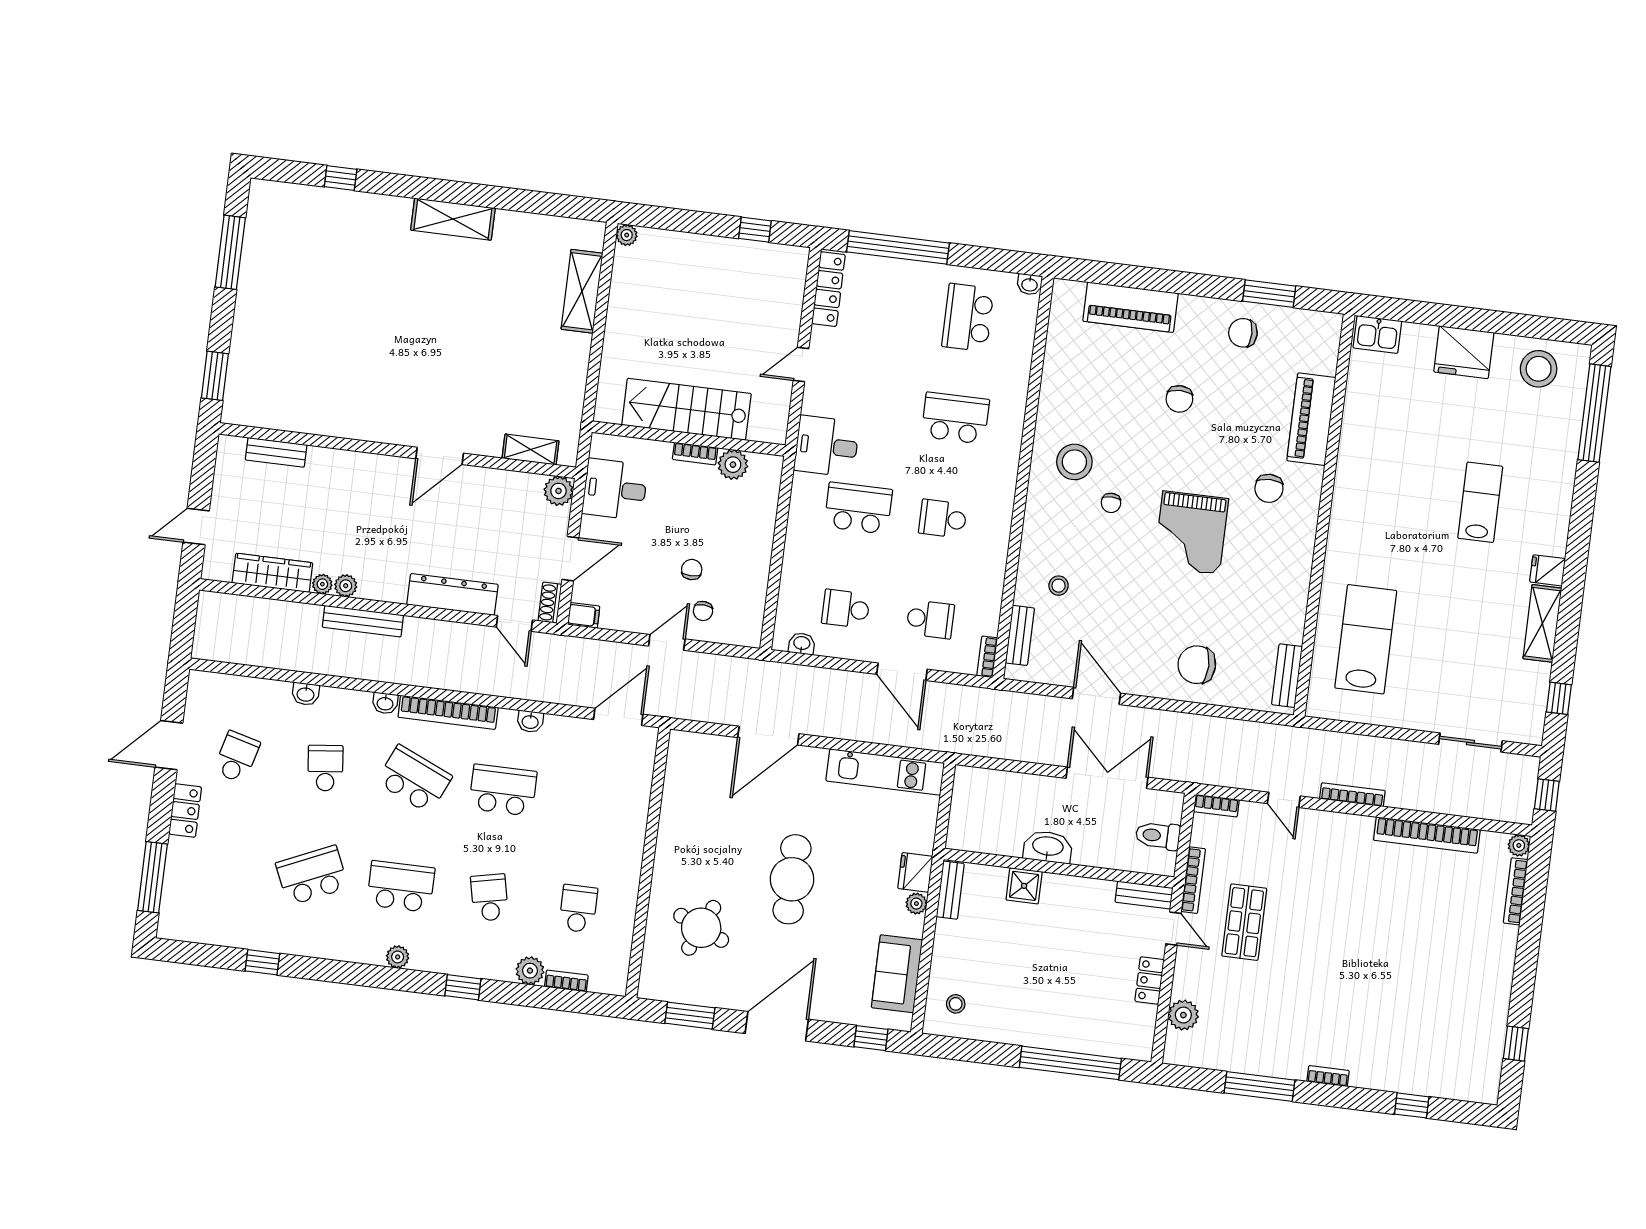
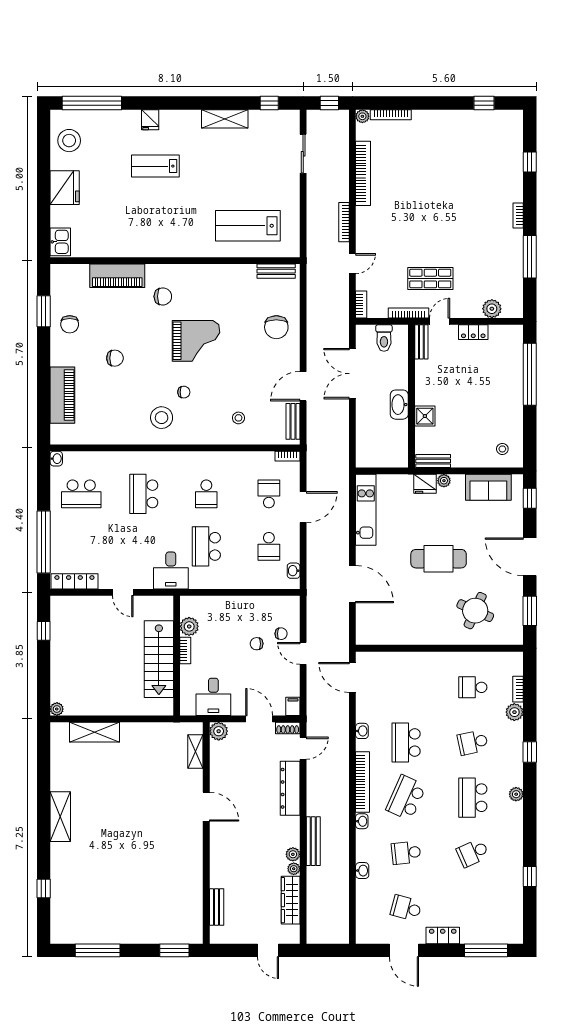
fridge: (1548, 570) -> (150, 120), moved
bench: (1020, 635) -> (293, 421), moved, turned 90
school desk: (312, 875) -> (473, 853), width x0.54

